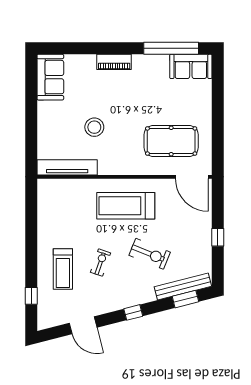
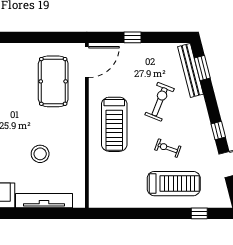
tv unit: (67, 167) -> (44, 201), moved, turned 90
window: (218, 237) -> (133, 37), moved
treadmill: (63, 269) -> (174, 184), width x1.37, depth x1.38
window: (133, 312) -> (218, 130), moved

